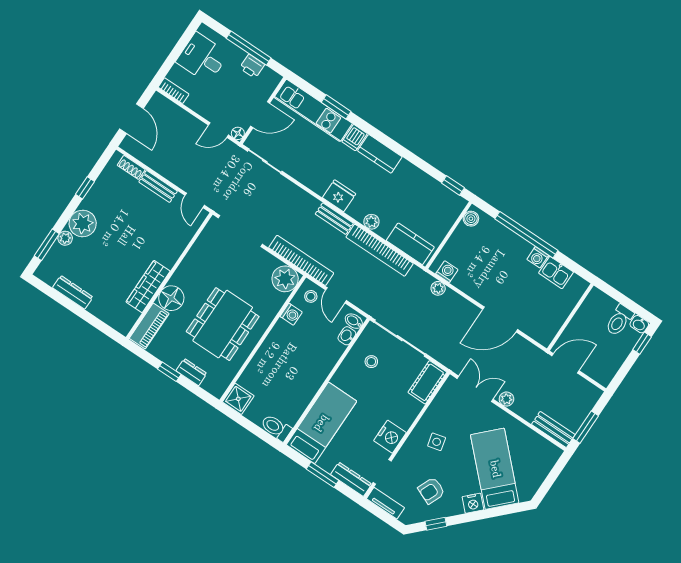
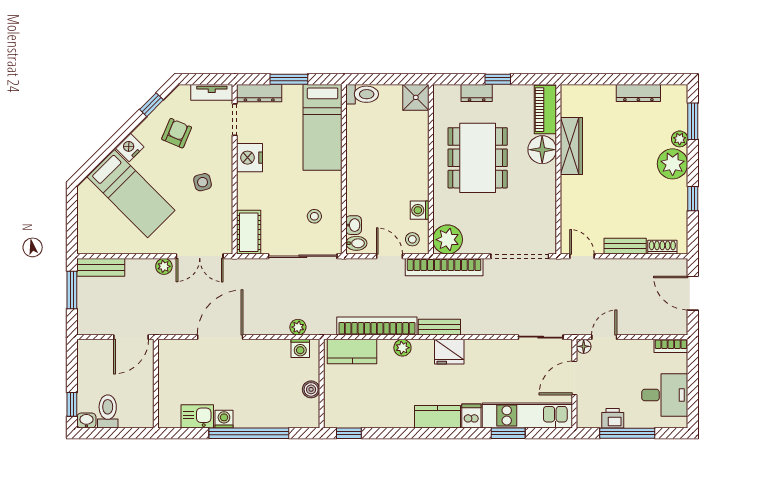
boiler: (471, 219) -> (311, 389), moved

